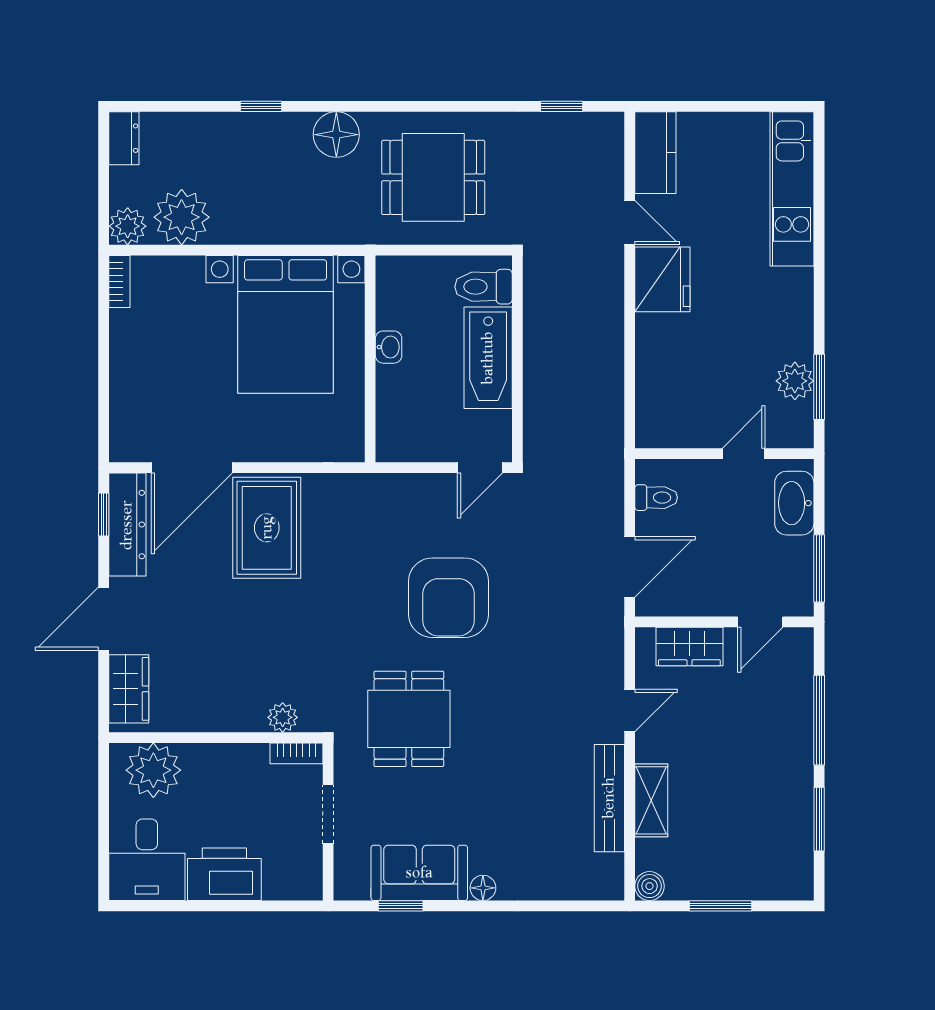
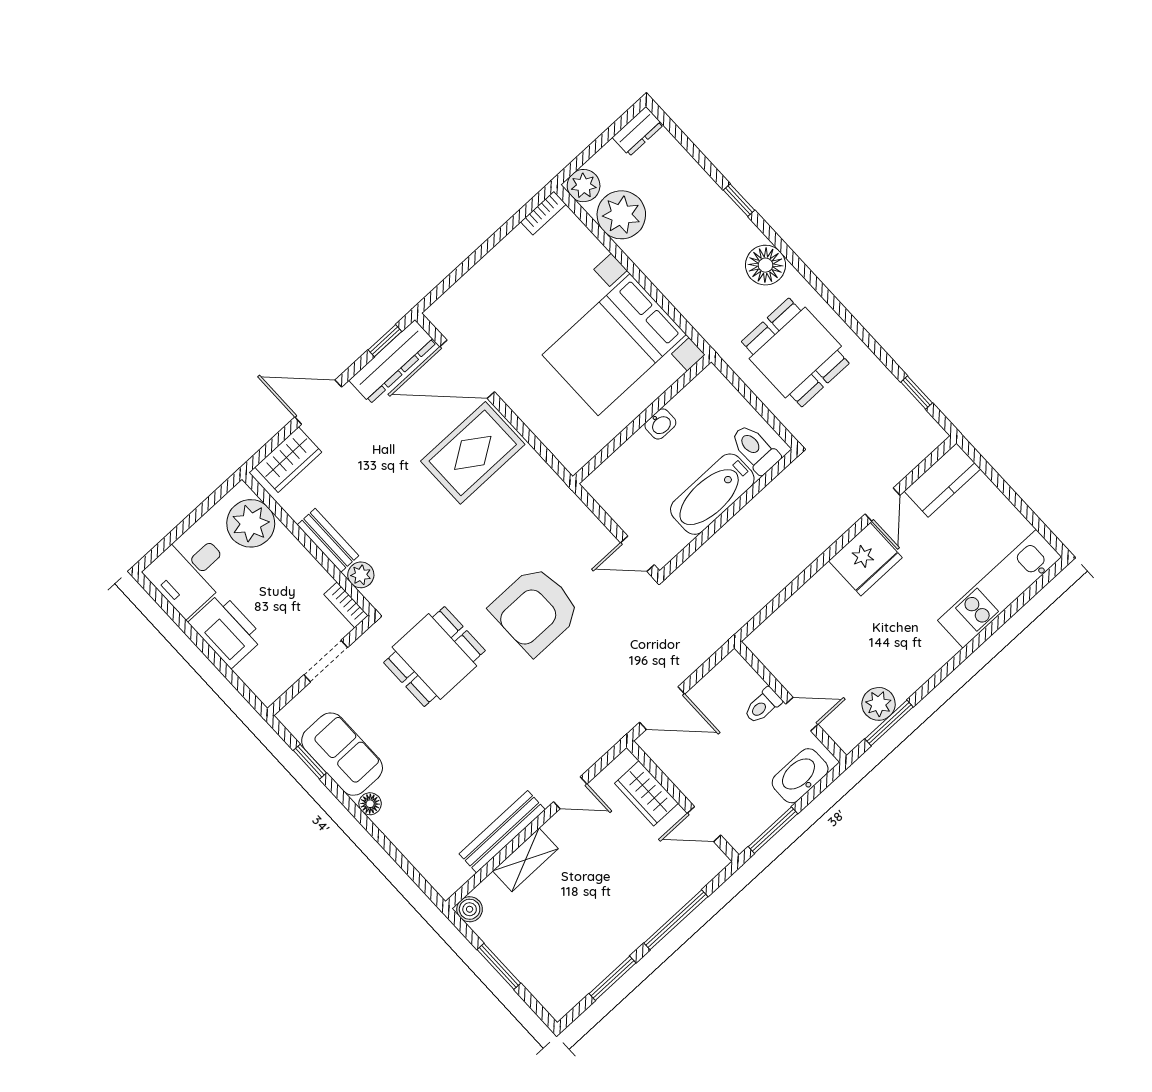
toilet: (656, 498) -> (763, 706), moved, turned 90
bench: (228, 718) -> (328, 540), added

